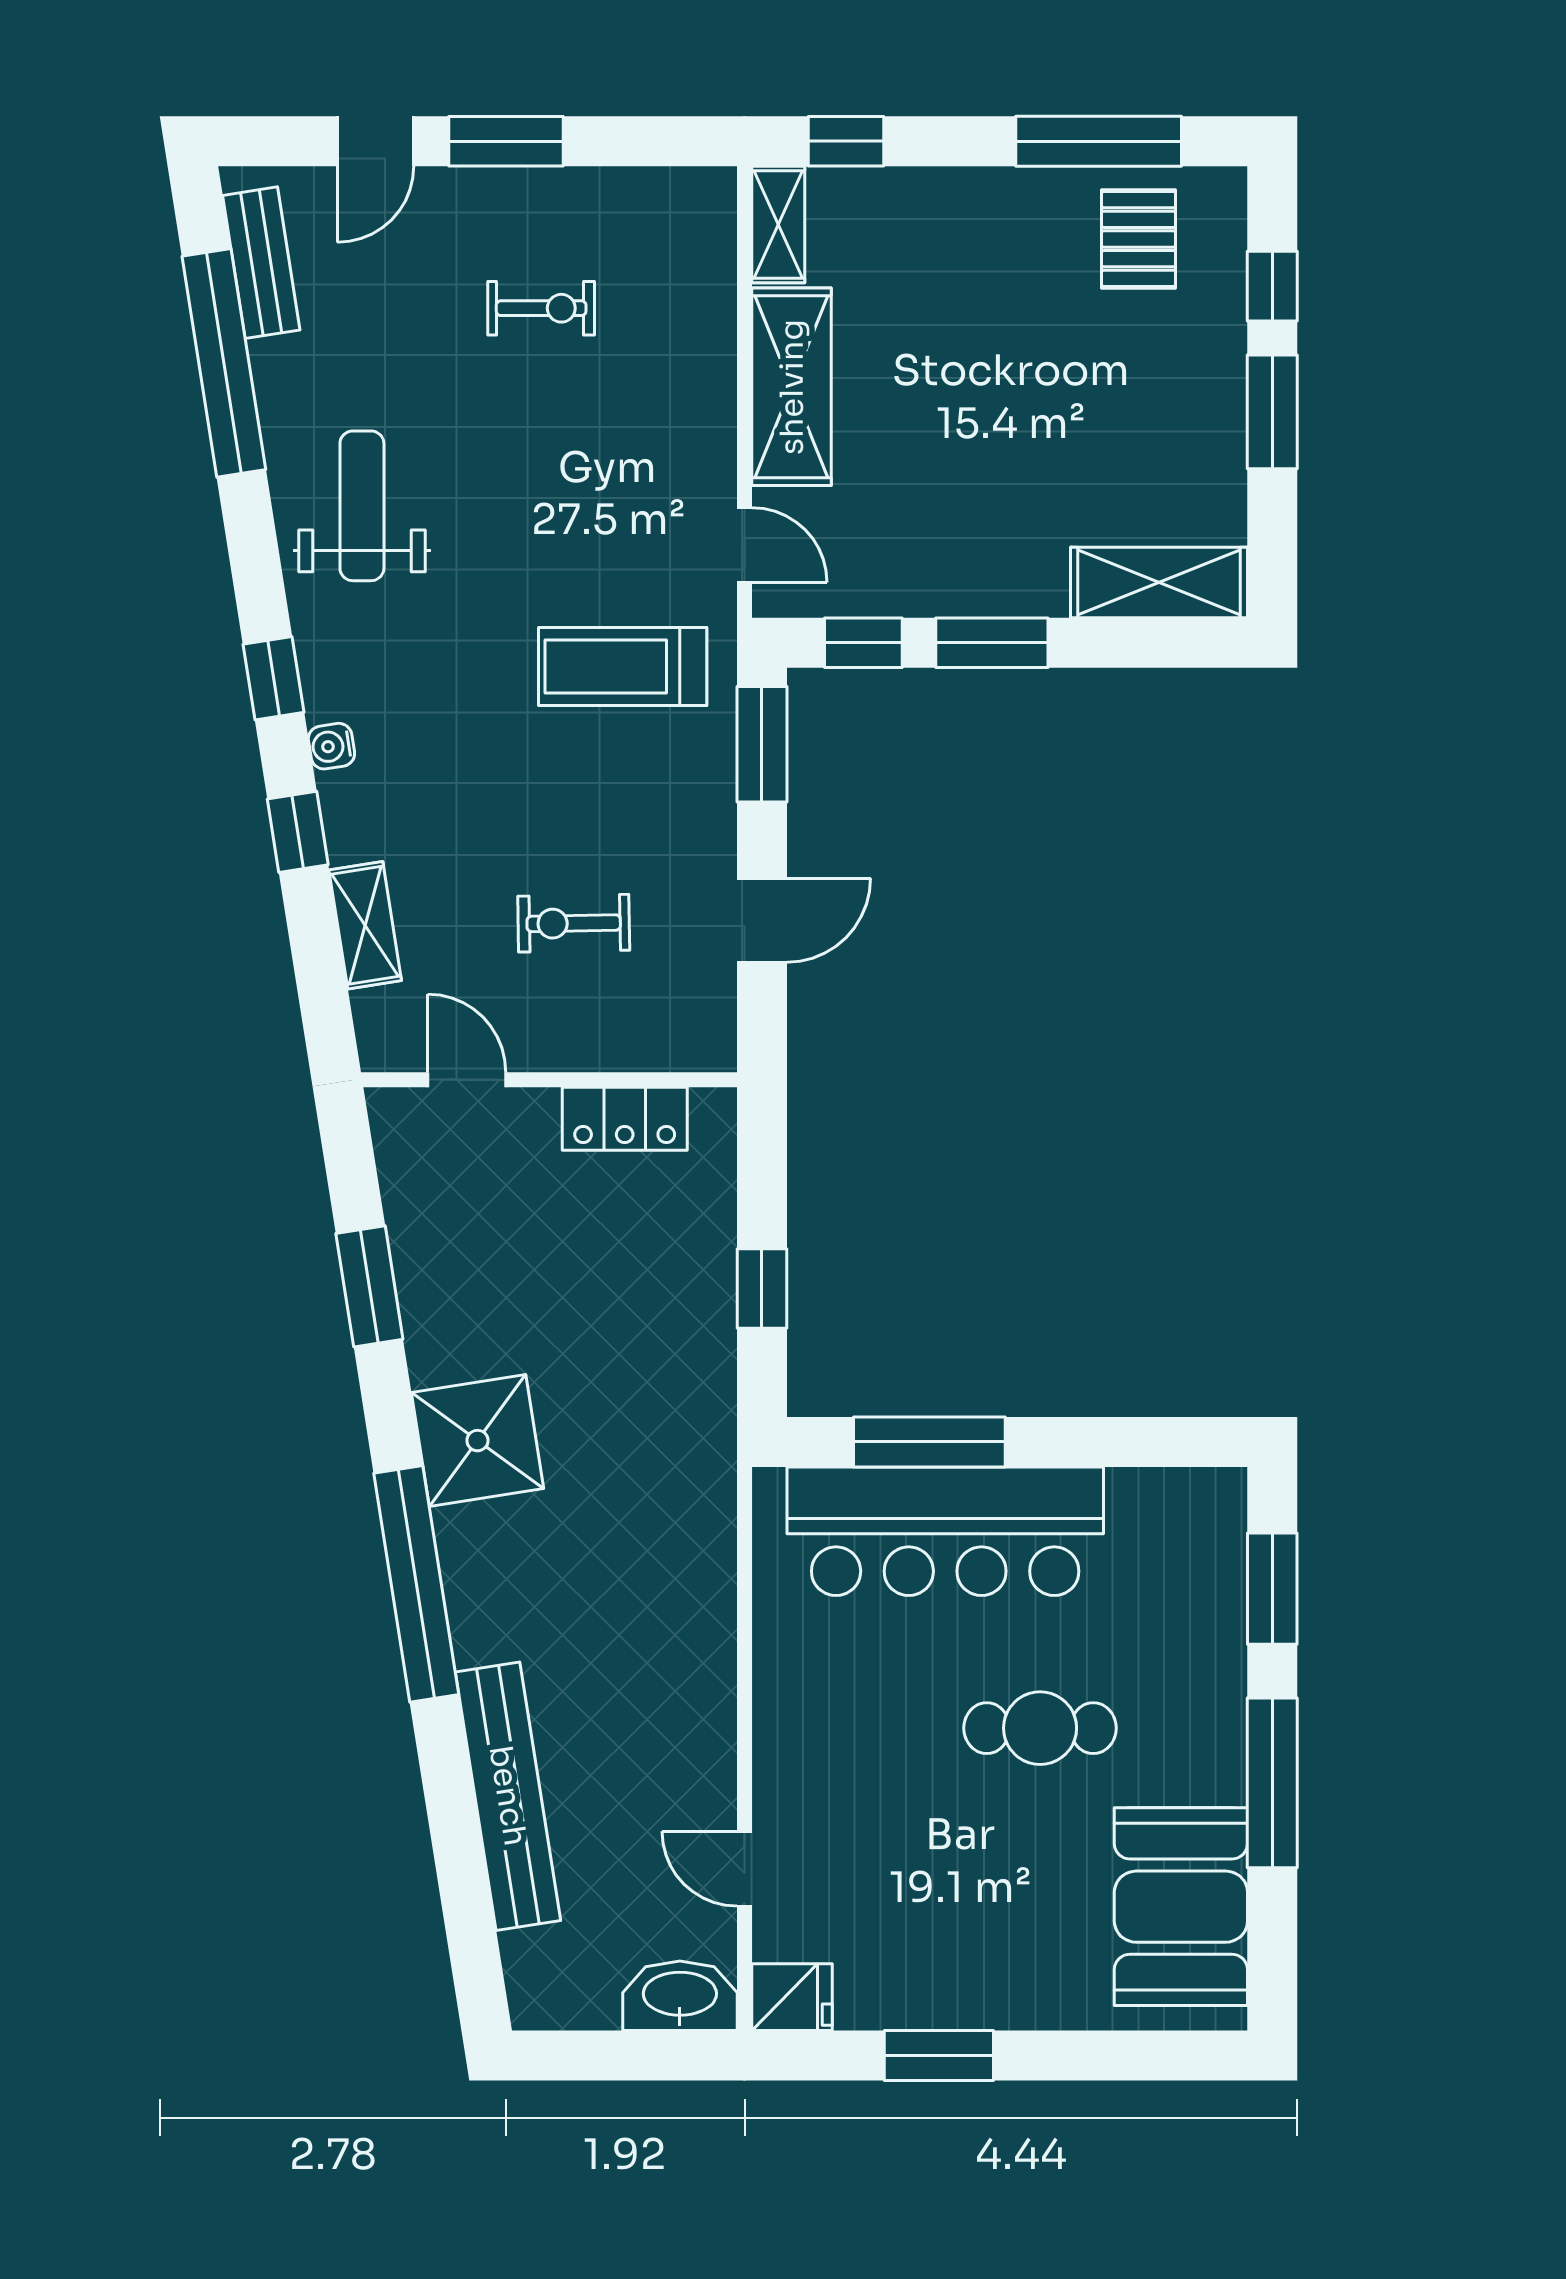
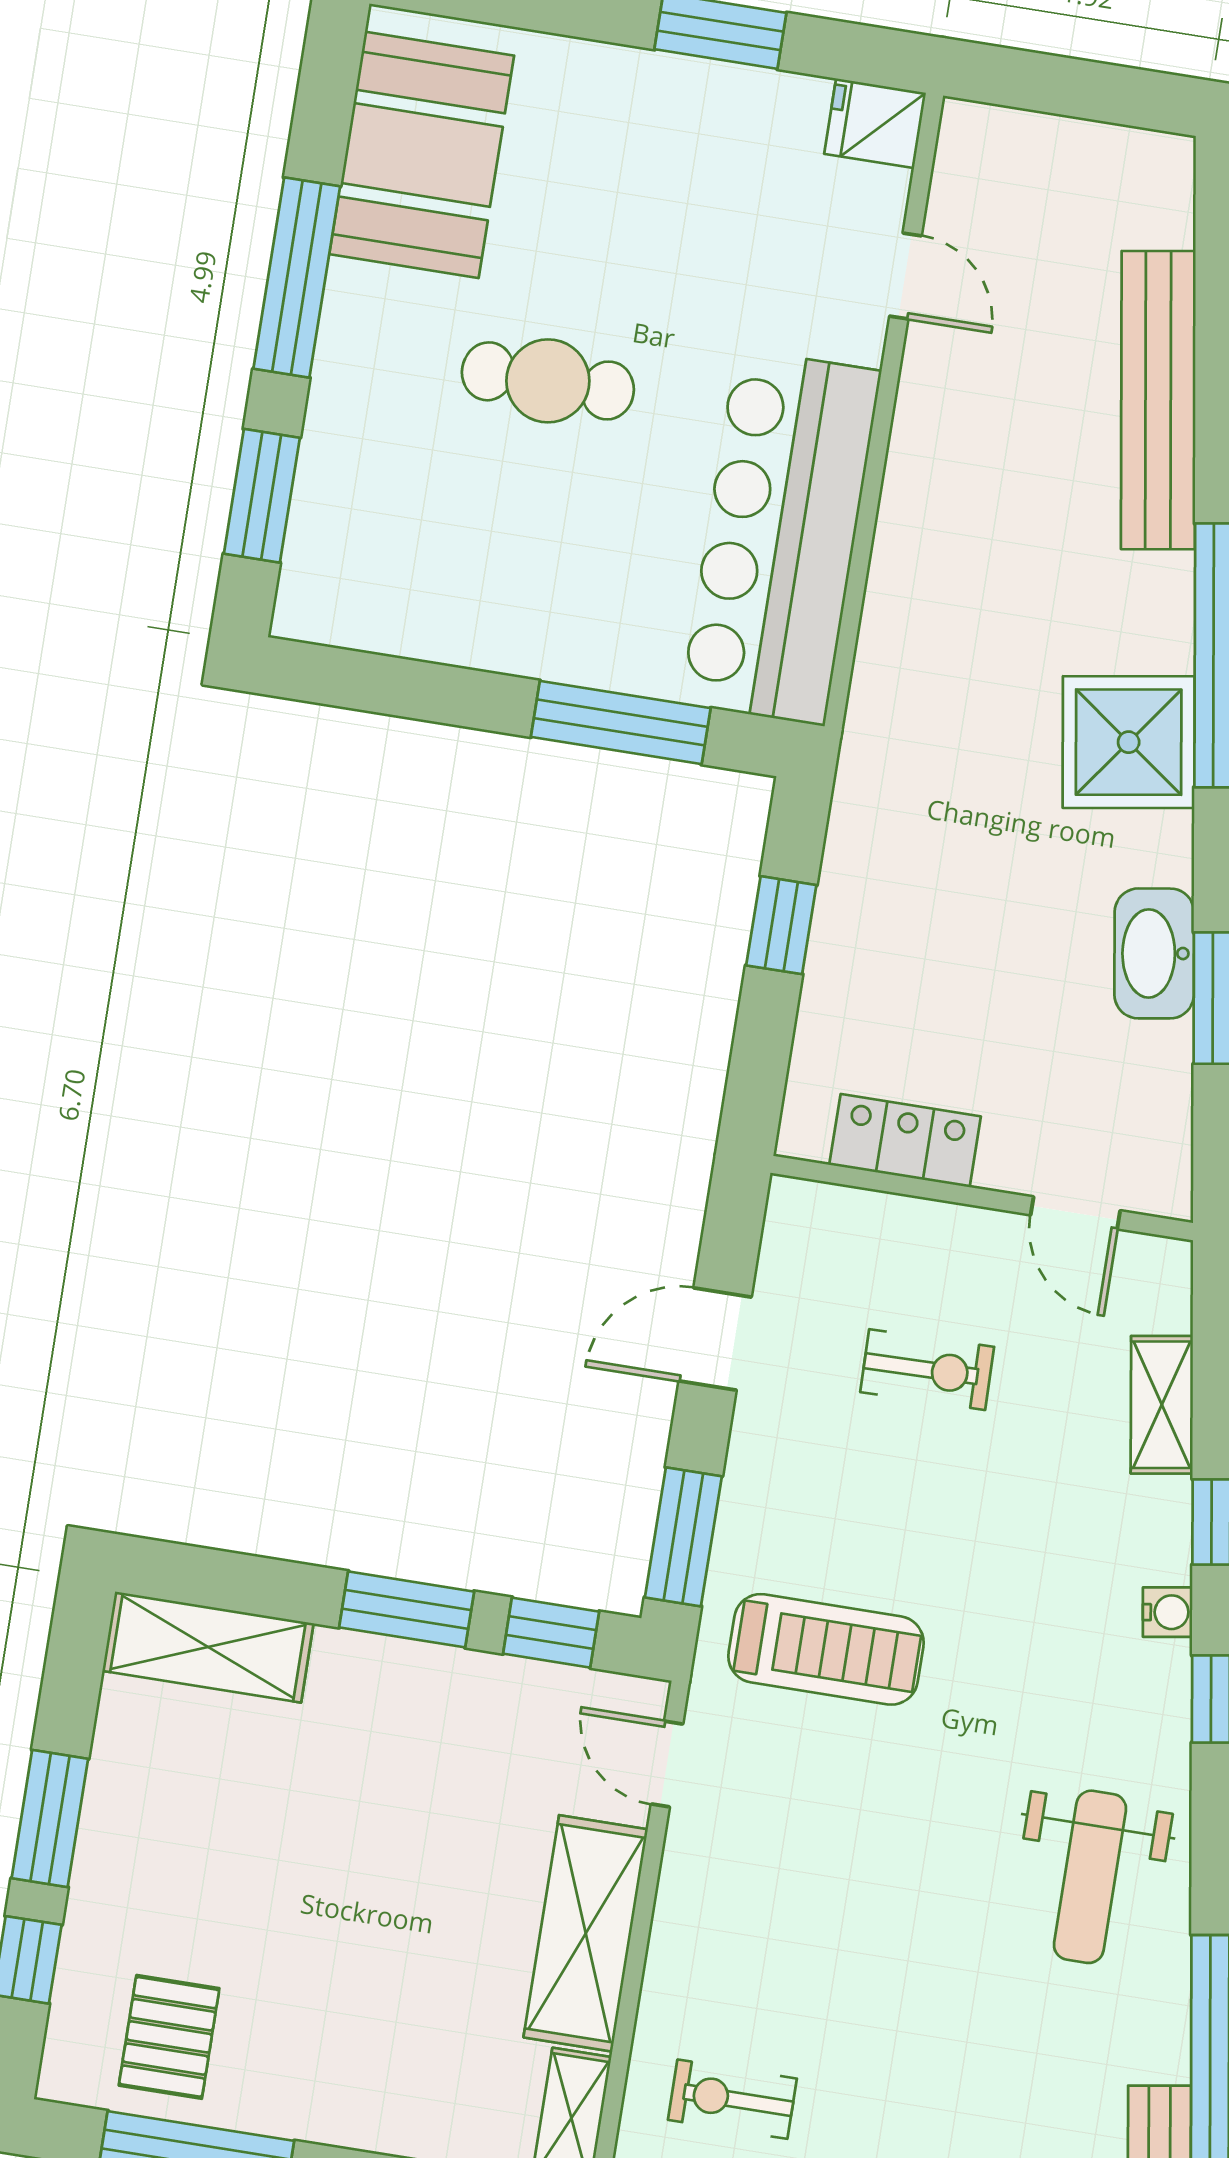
exercise bike: (541, 308) -> (732, 2099), moved
shower: (477, 1441) -> (1129, 742), moved
bar counter: (945, 1531) -> (781, 537), moved, turned -90
washbasin: (680, 1996) -> (1154, 953), moved, turned 81

